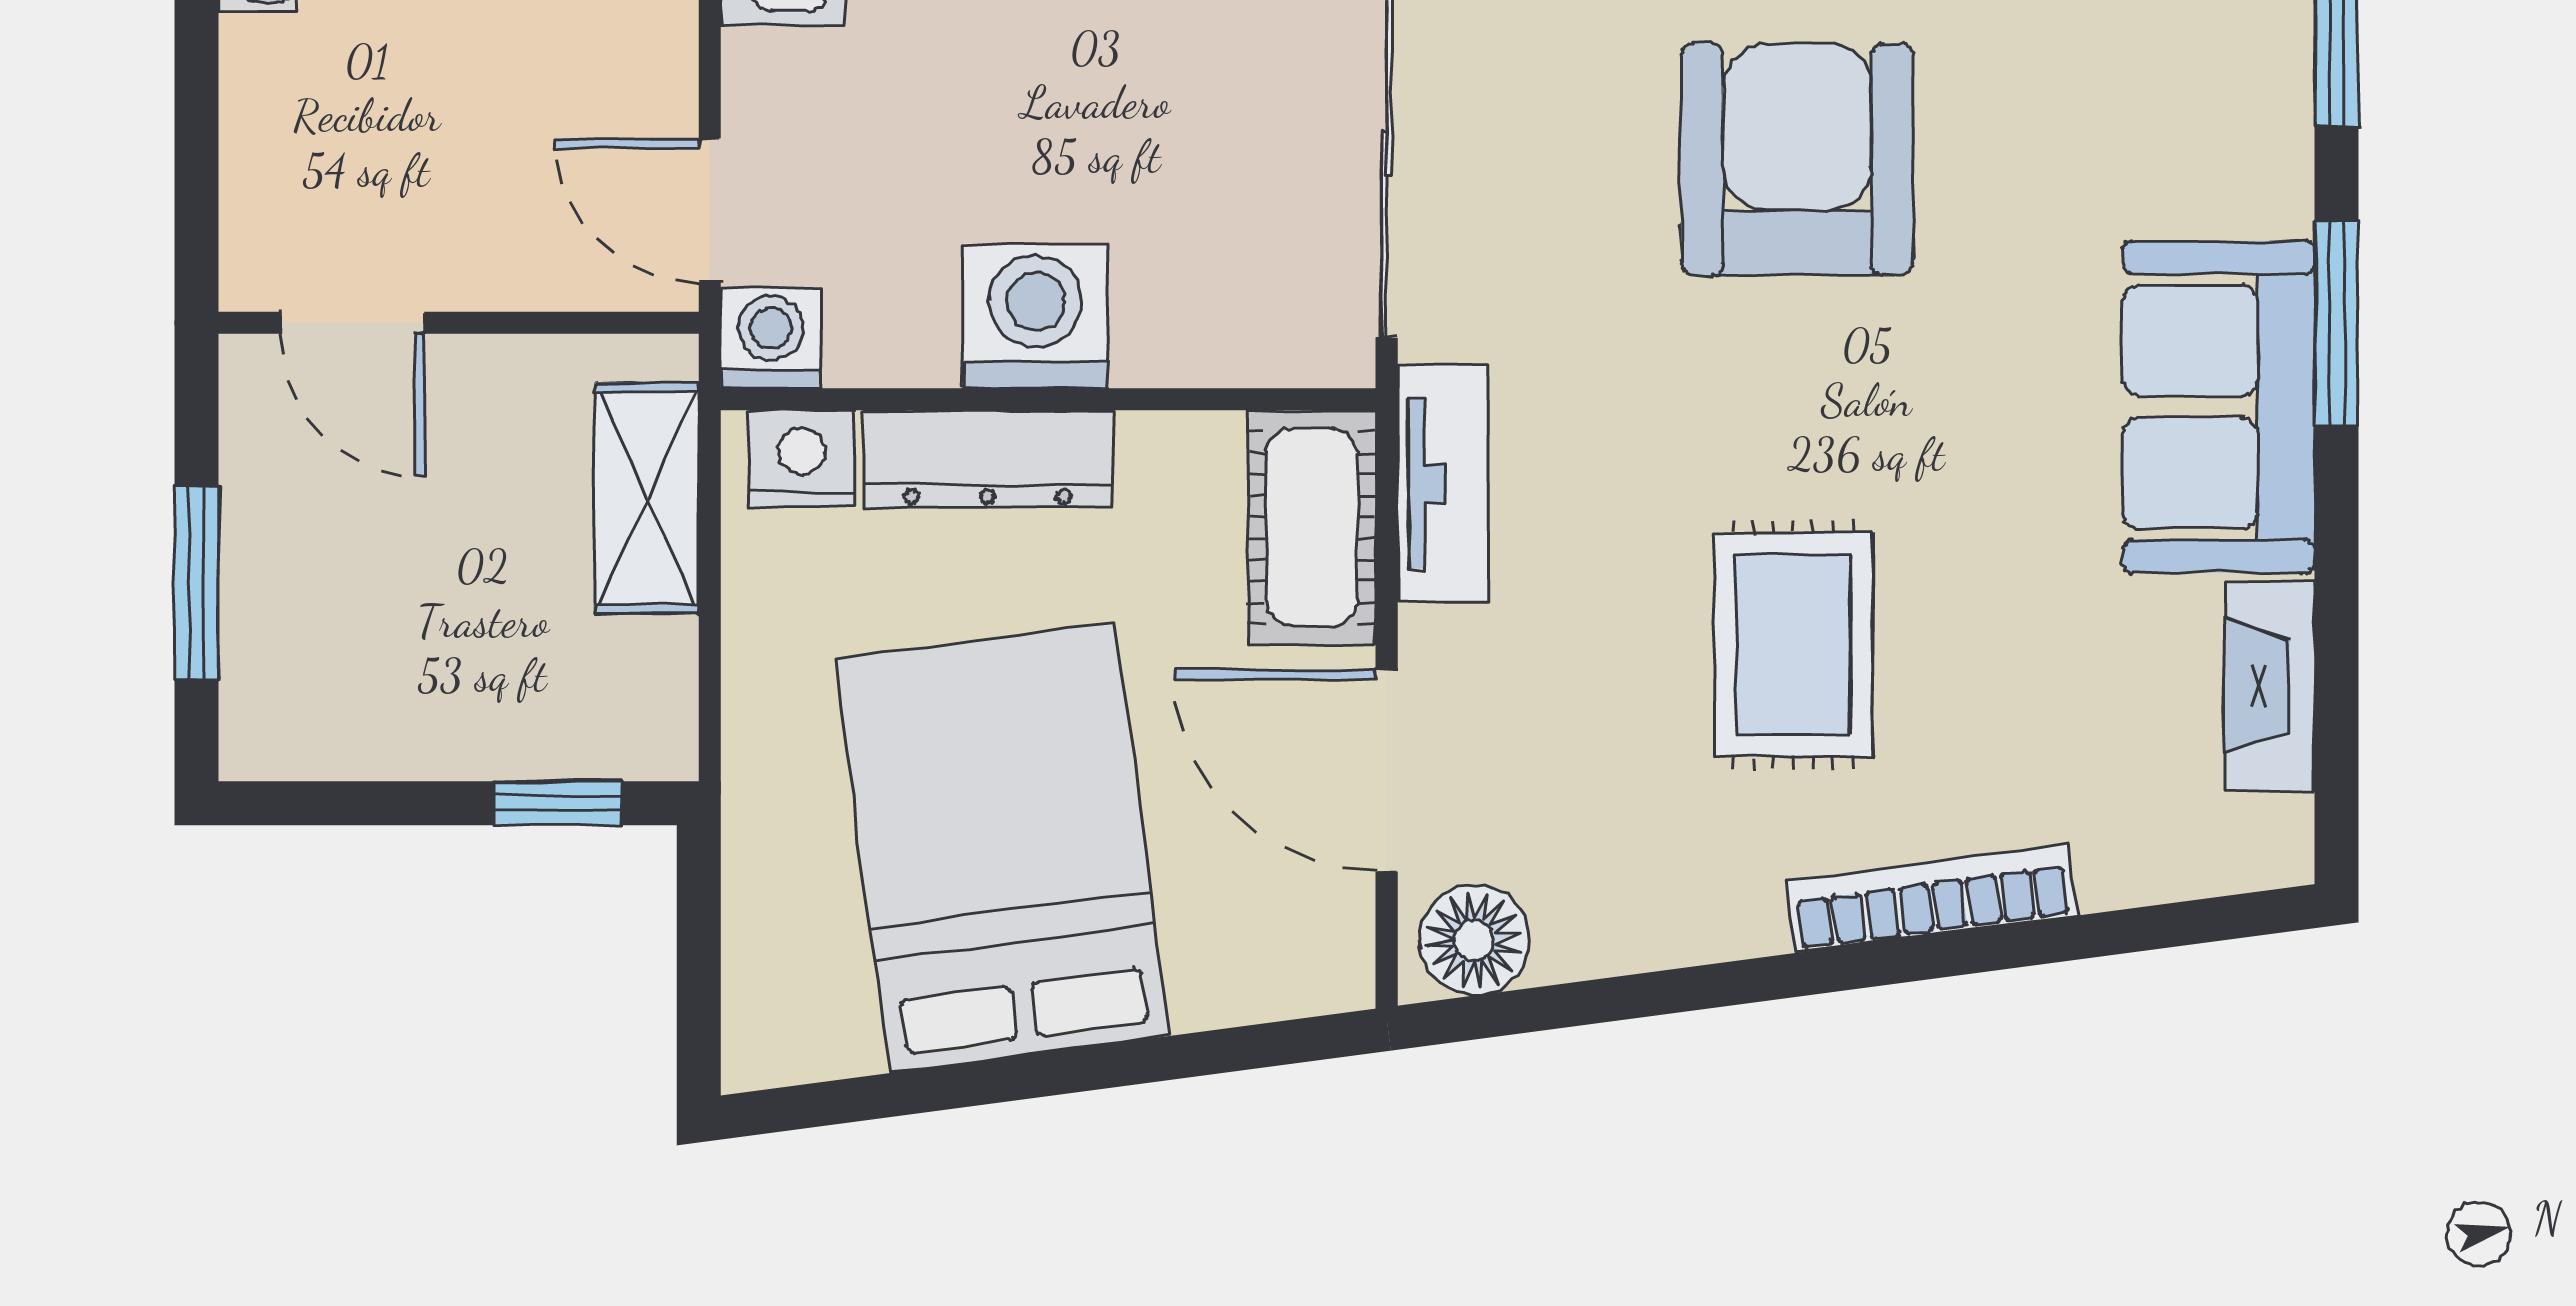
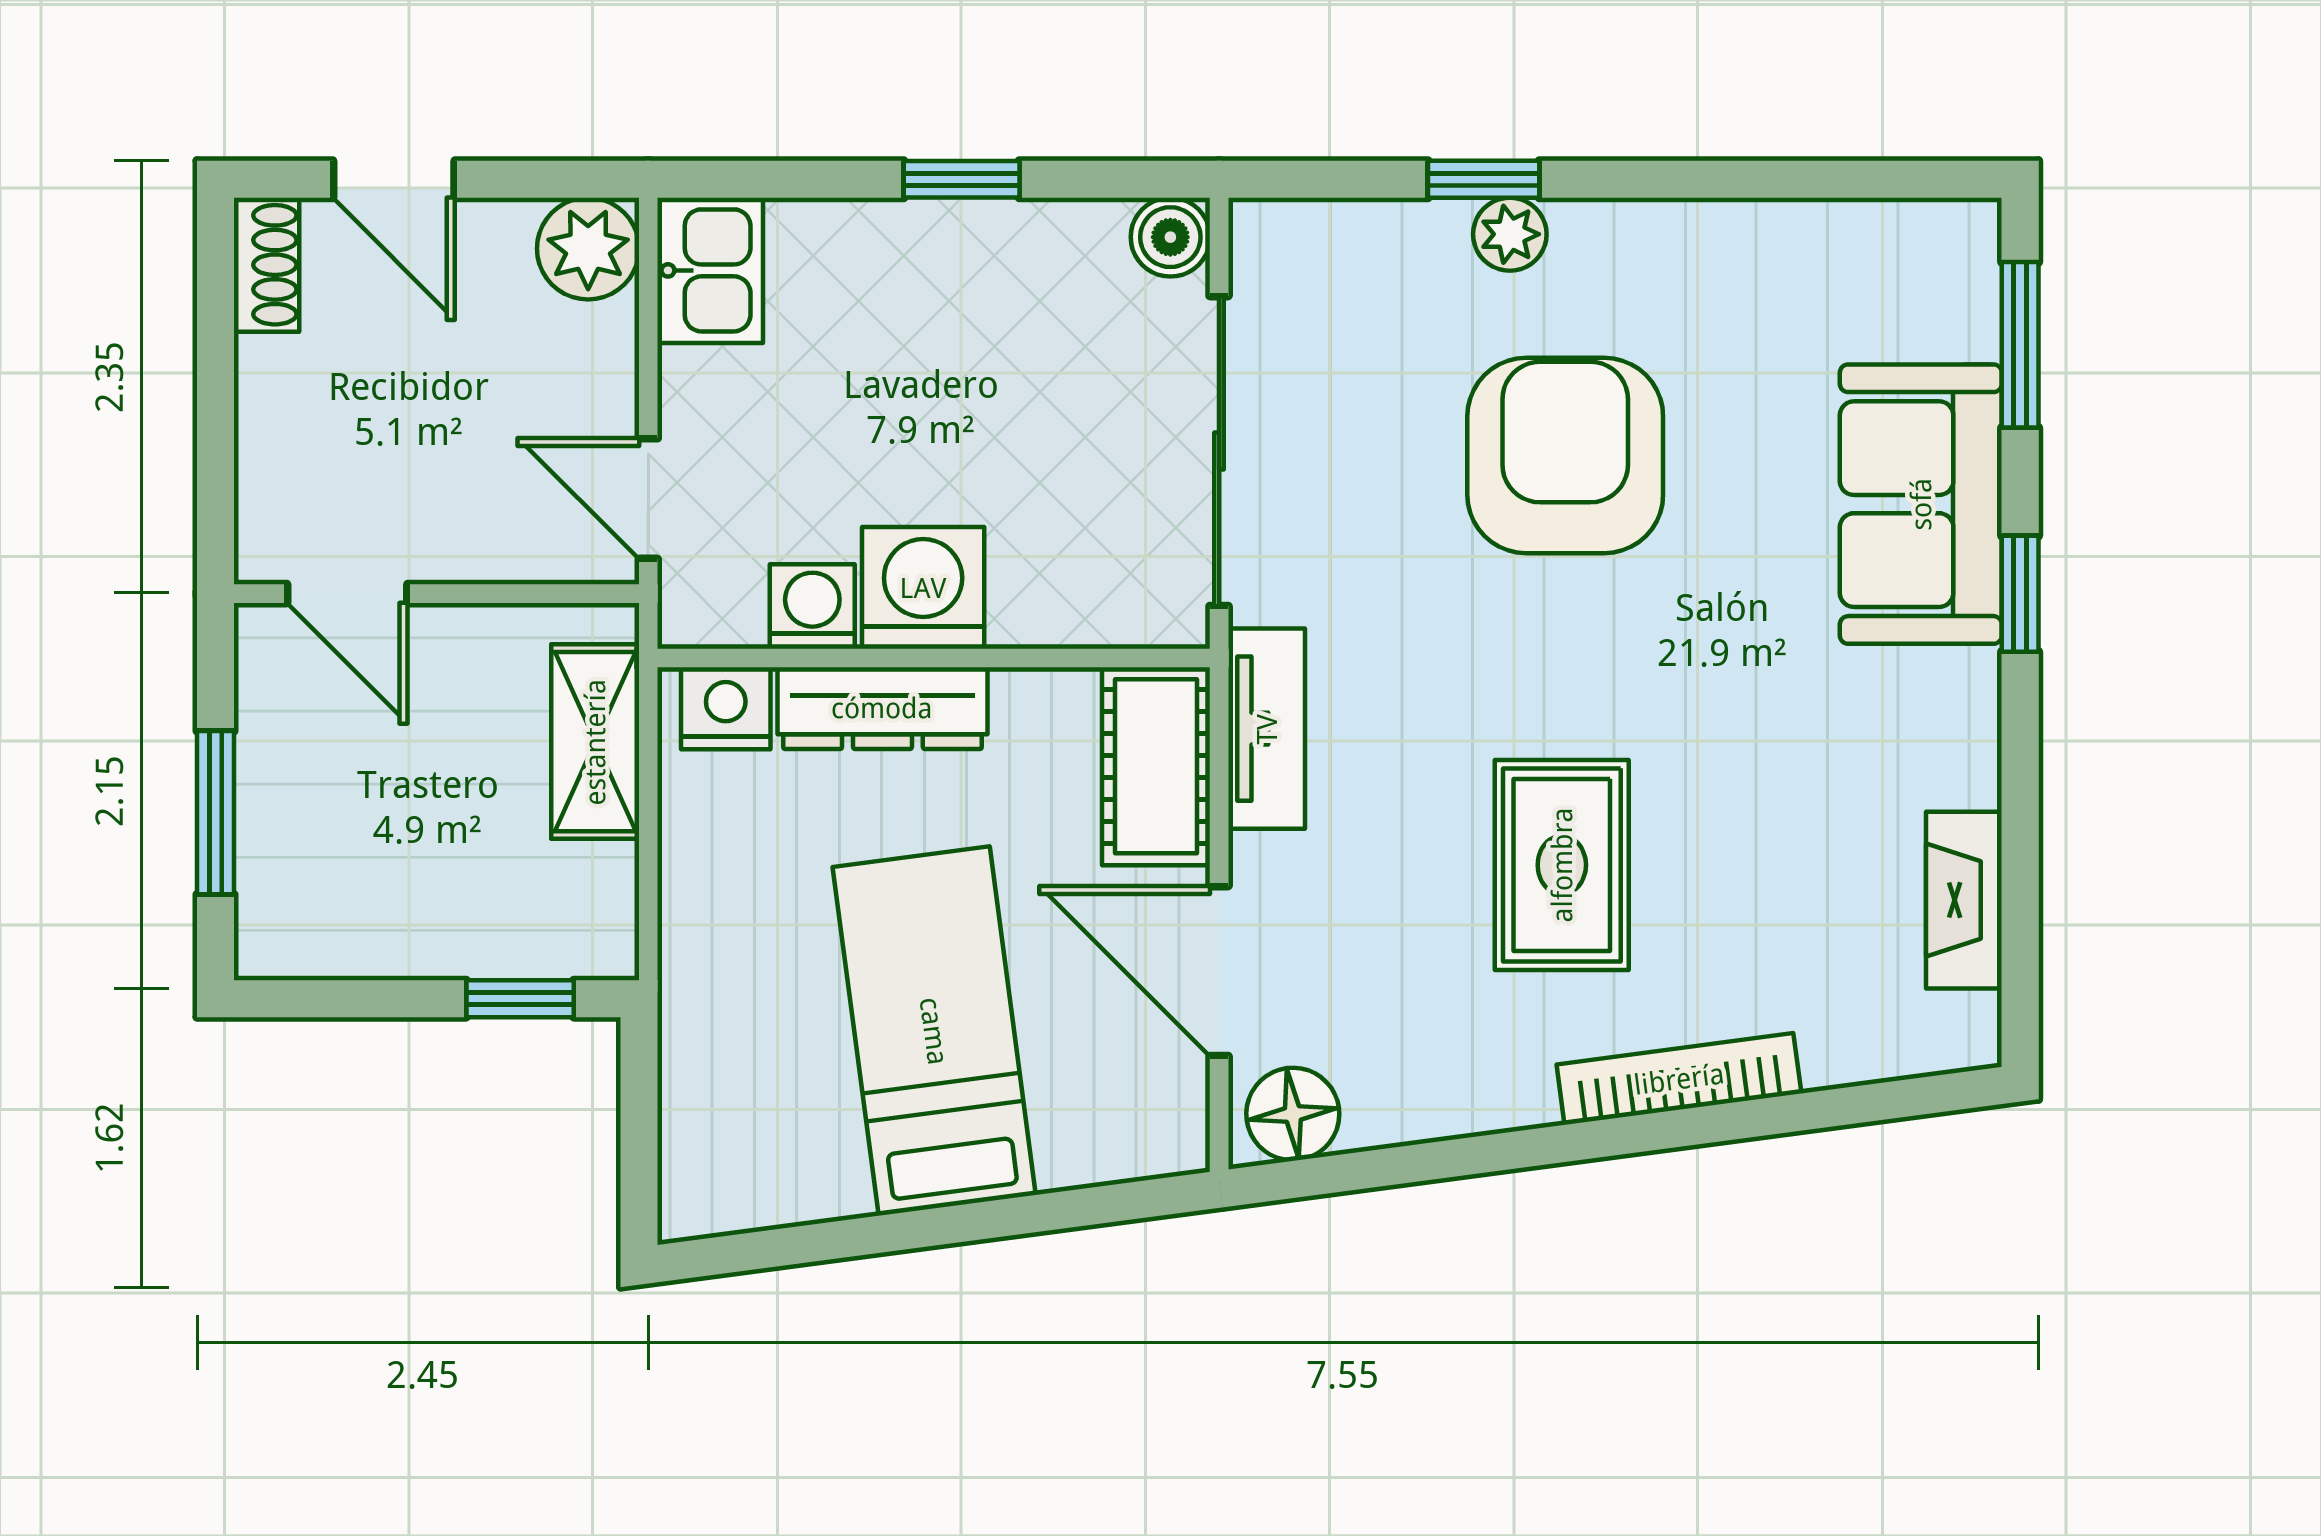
window: (2337, 323) -> (2020, 594), width x0.67
washing machine: (771, 338) -> (812, 606), moved
sofa: (2219, 407) -> (1921, 504), moved
bed: (1002, 848) -> (934, 1031), width x0.67

